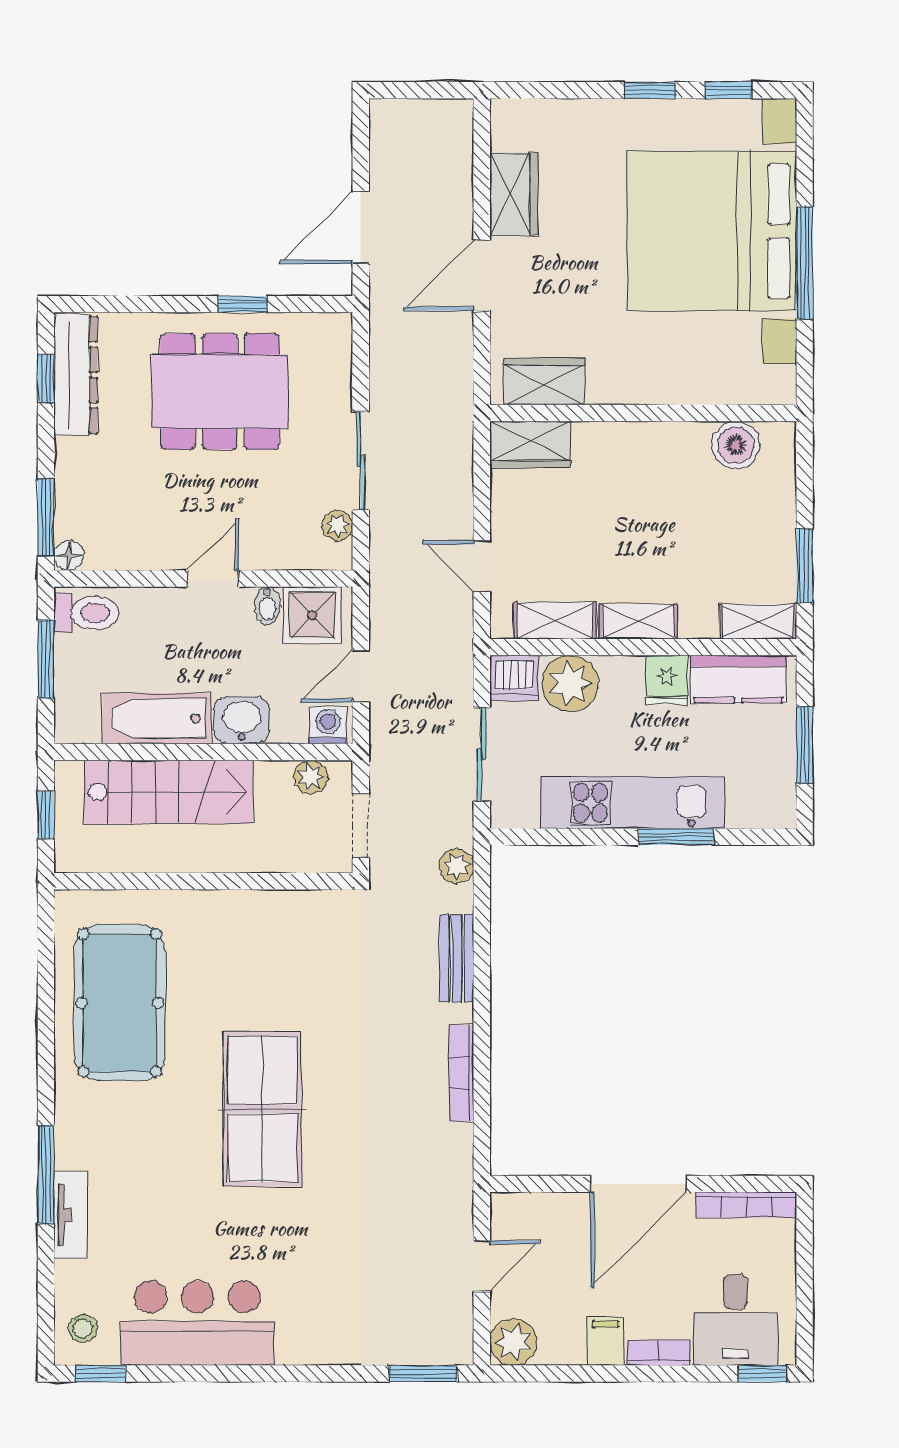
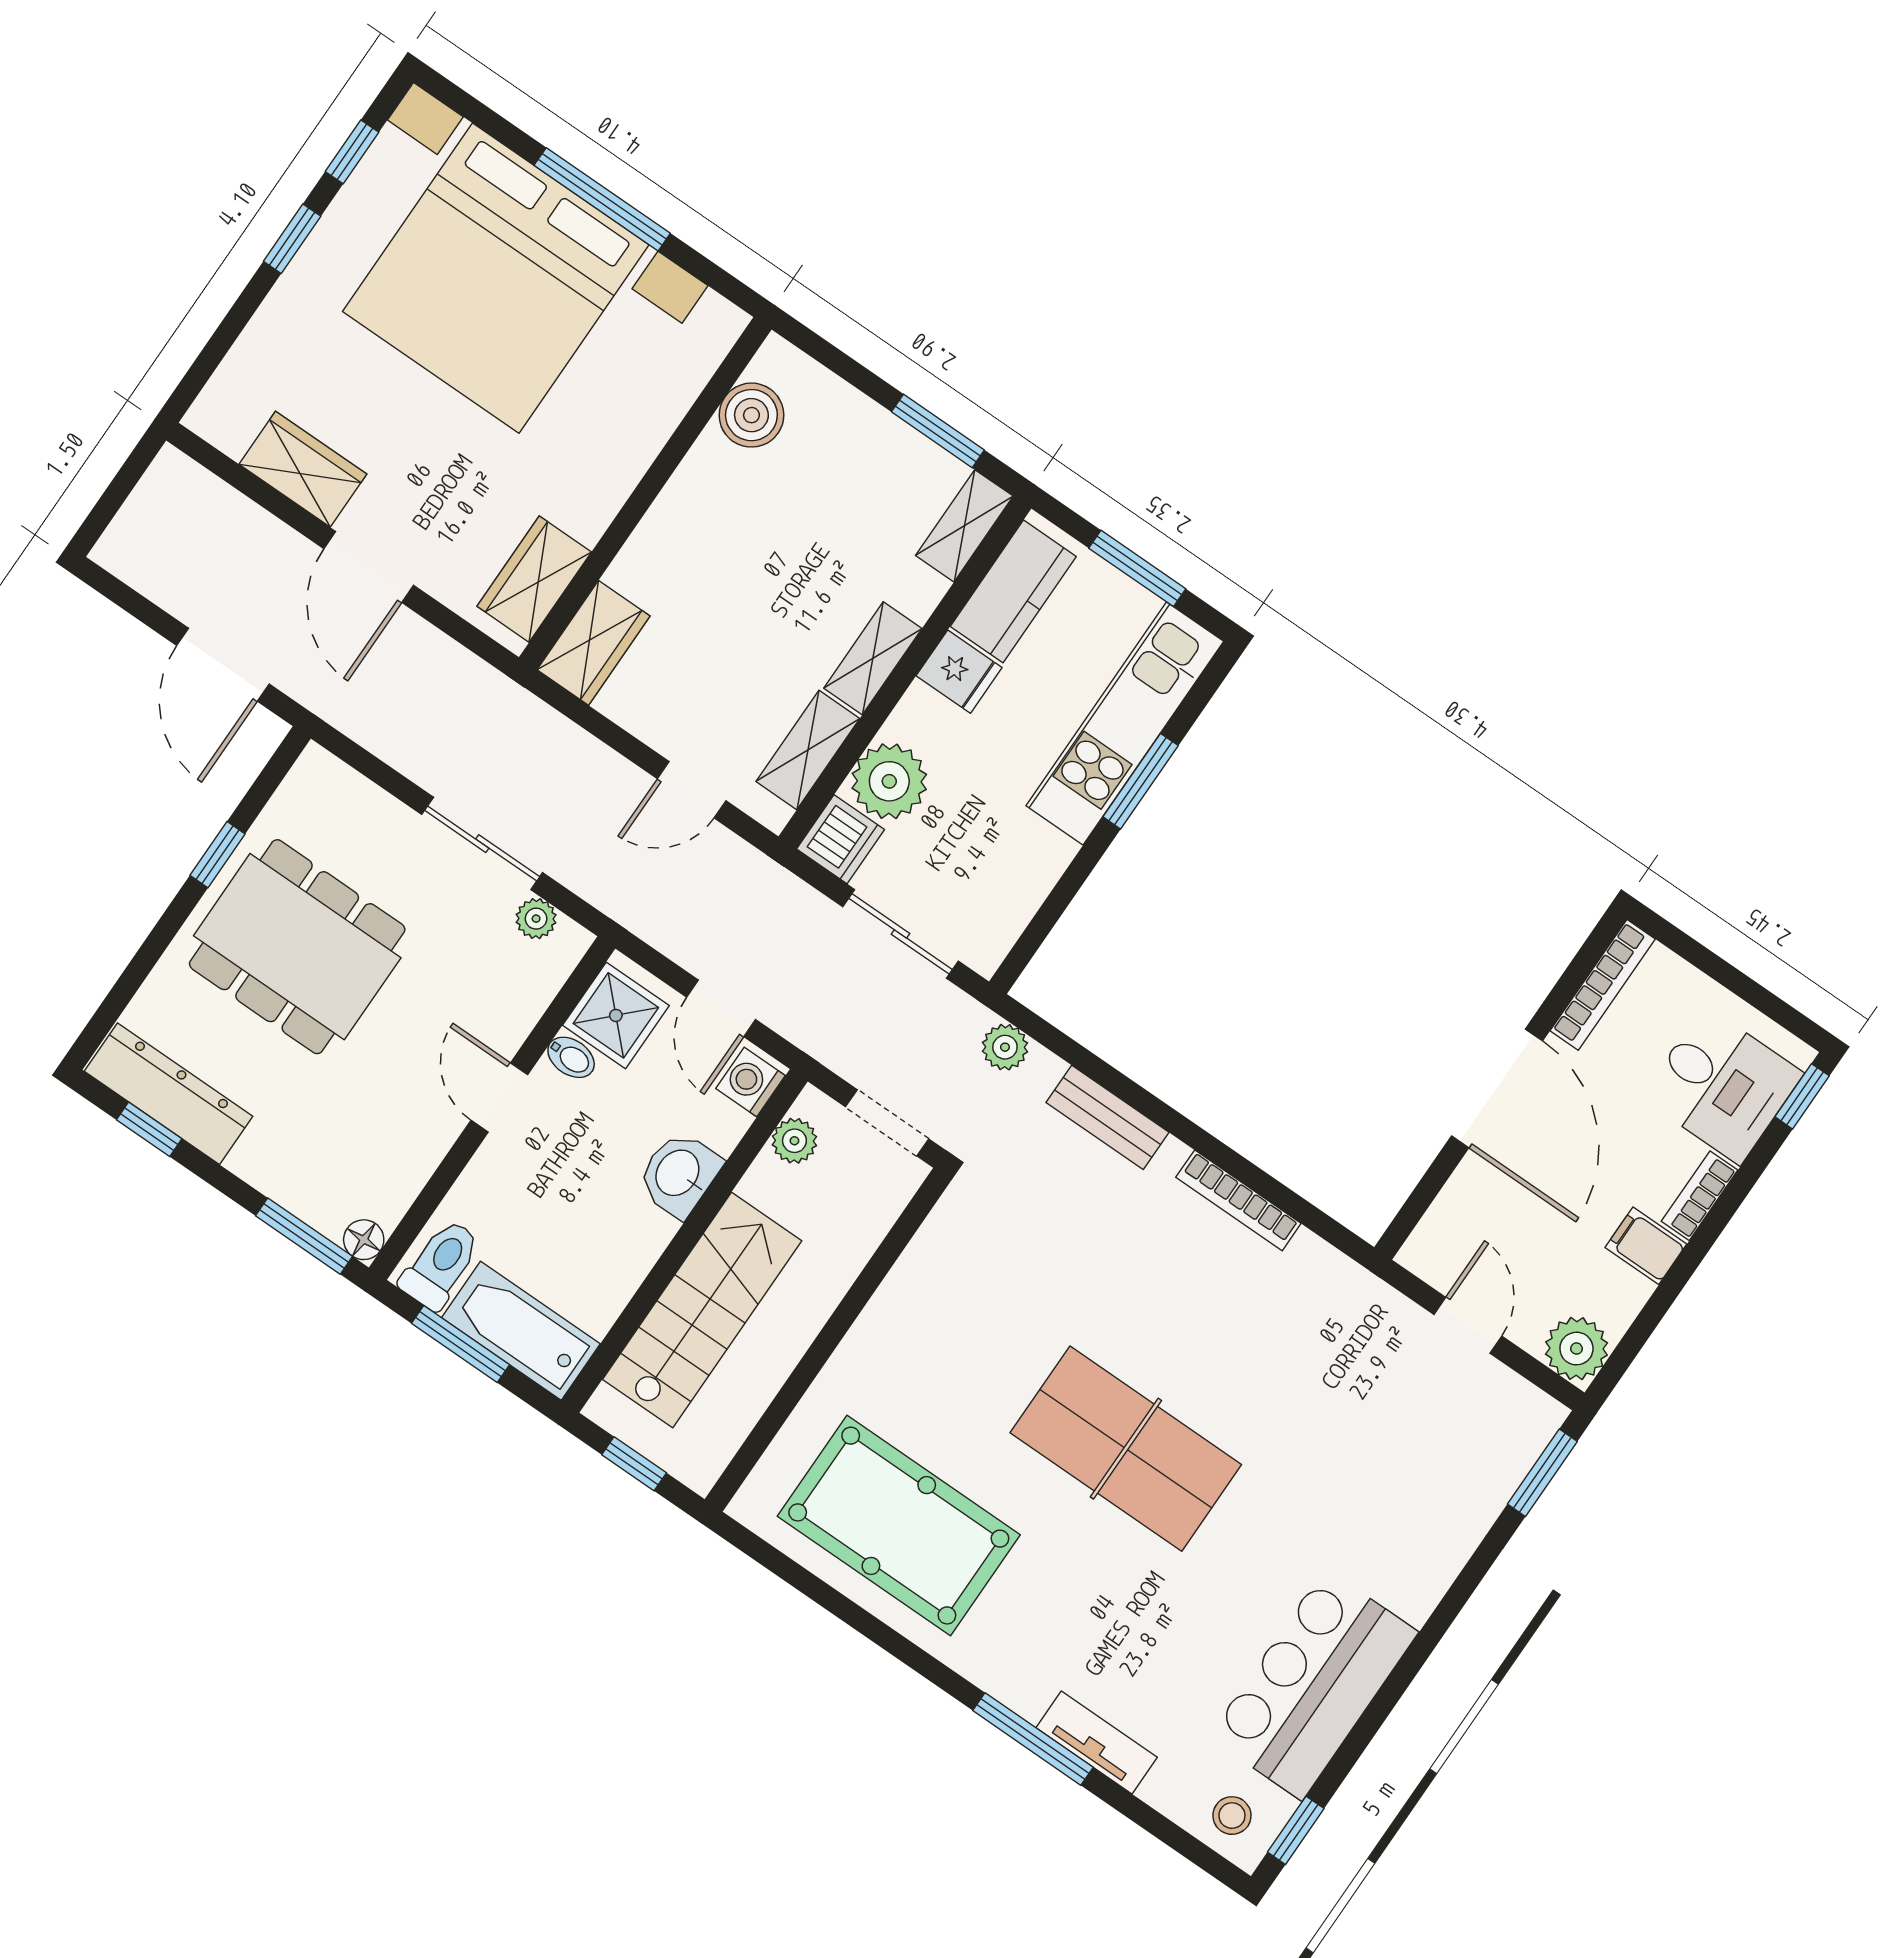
dining table: (220, 391) -> (297, 947), turned 90
bathtub: (157, 718) -> (521, 1331), moved, turned 90
kitchen unit: (633, 803) -> (1125, 723), moved

